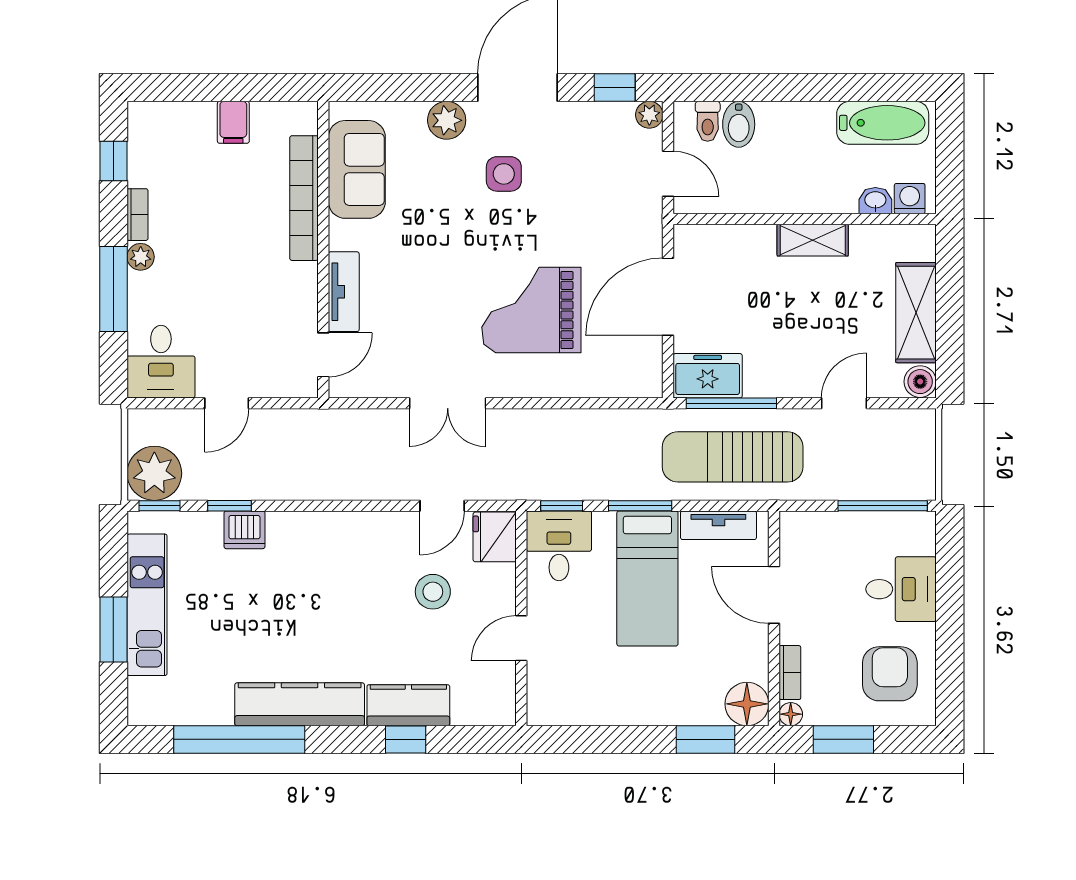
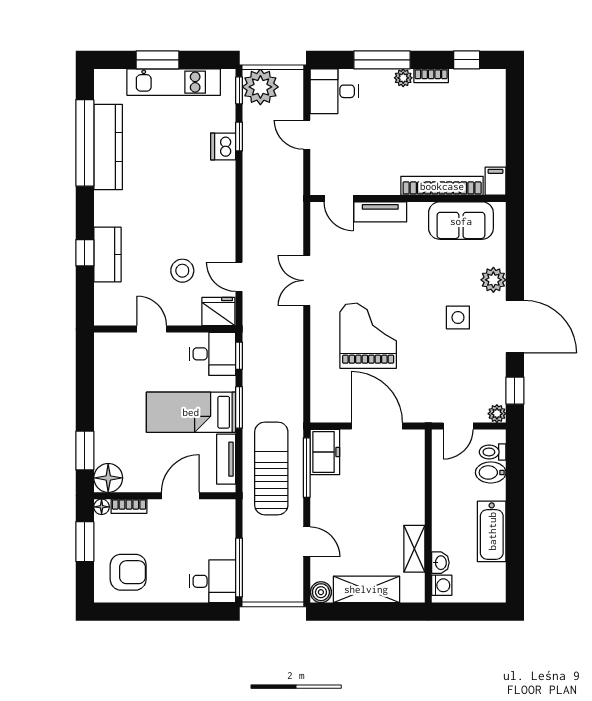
filing cabinet: (233, 122) -> (496, 181), moved, turned 90
bathtub: (883, 123) -> (492, 531), moved
shelving: (813, 240) -> (414, 549), moved
desk: (901, 589) -> (213, 581), moved, turned -90
kitchen counter: (300, 704) -> (108, 147), moved

